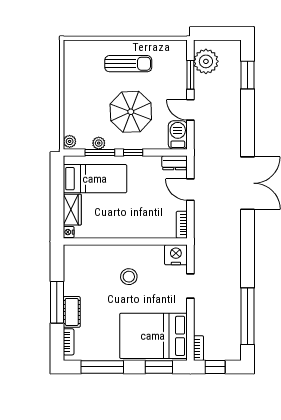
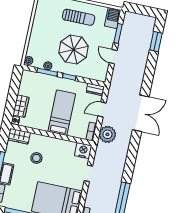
plant: (206, 61) -> (107, 134), moved
barbecue: (178, 135) -> (113, 18), moved
bed: (95, 179) -> (62, 113), moved, turned -90
door: (190, 190) -> (102, 109), hinge flipped
wardrobe: (79, 254) -> (19, 136), added
stool: (129, 277) -> (36, 158), moved

